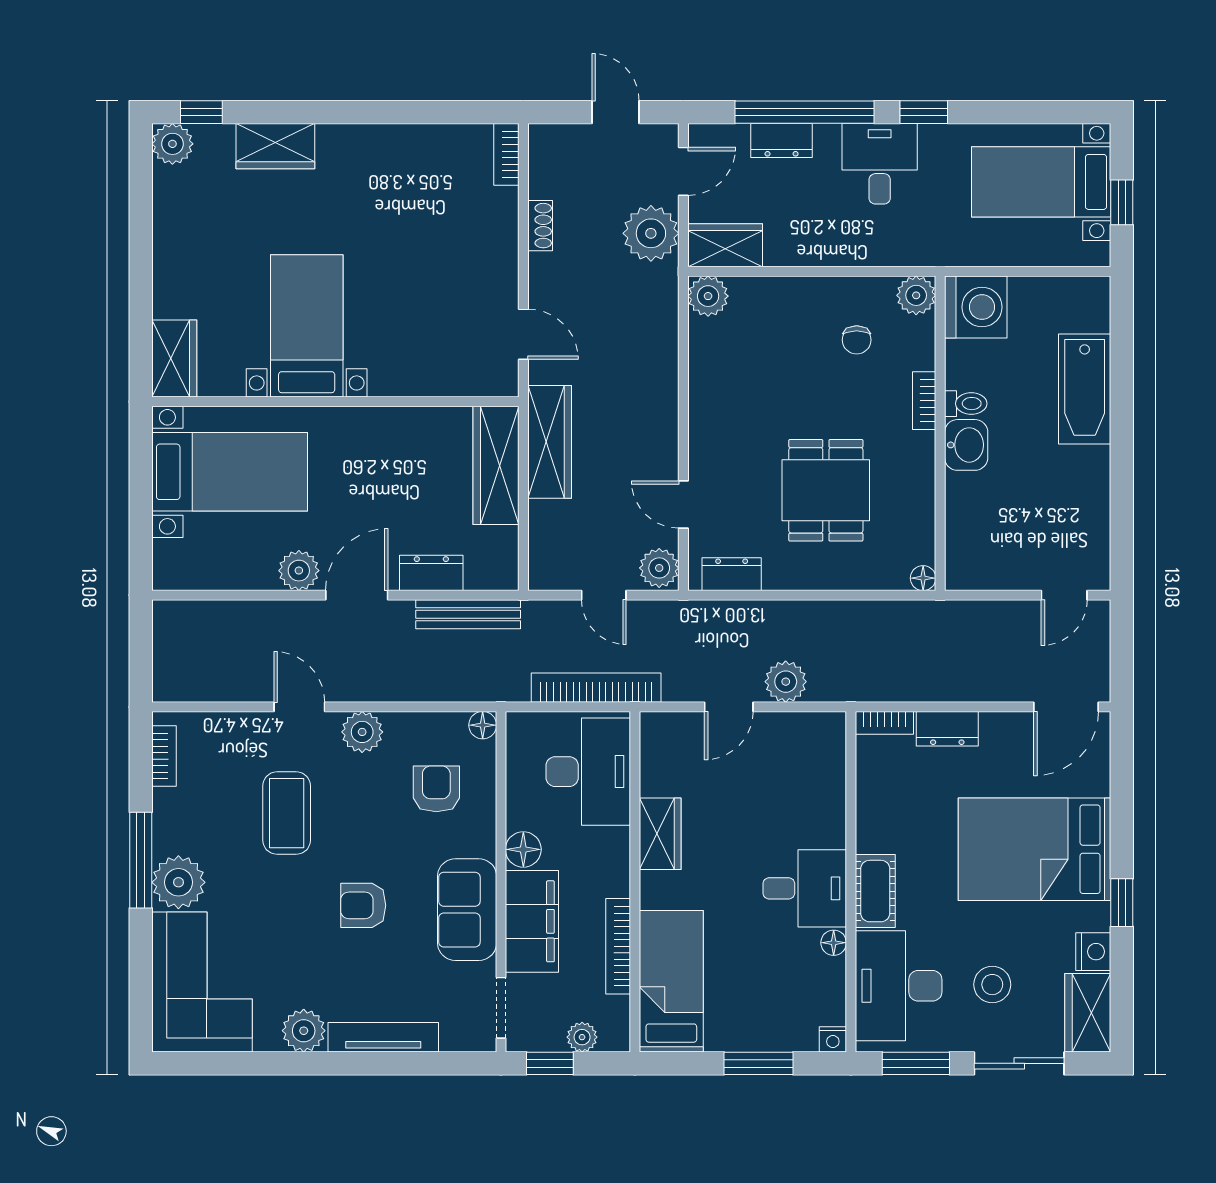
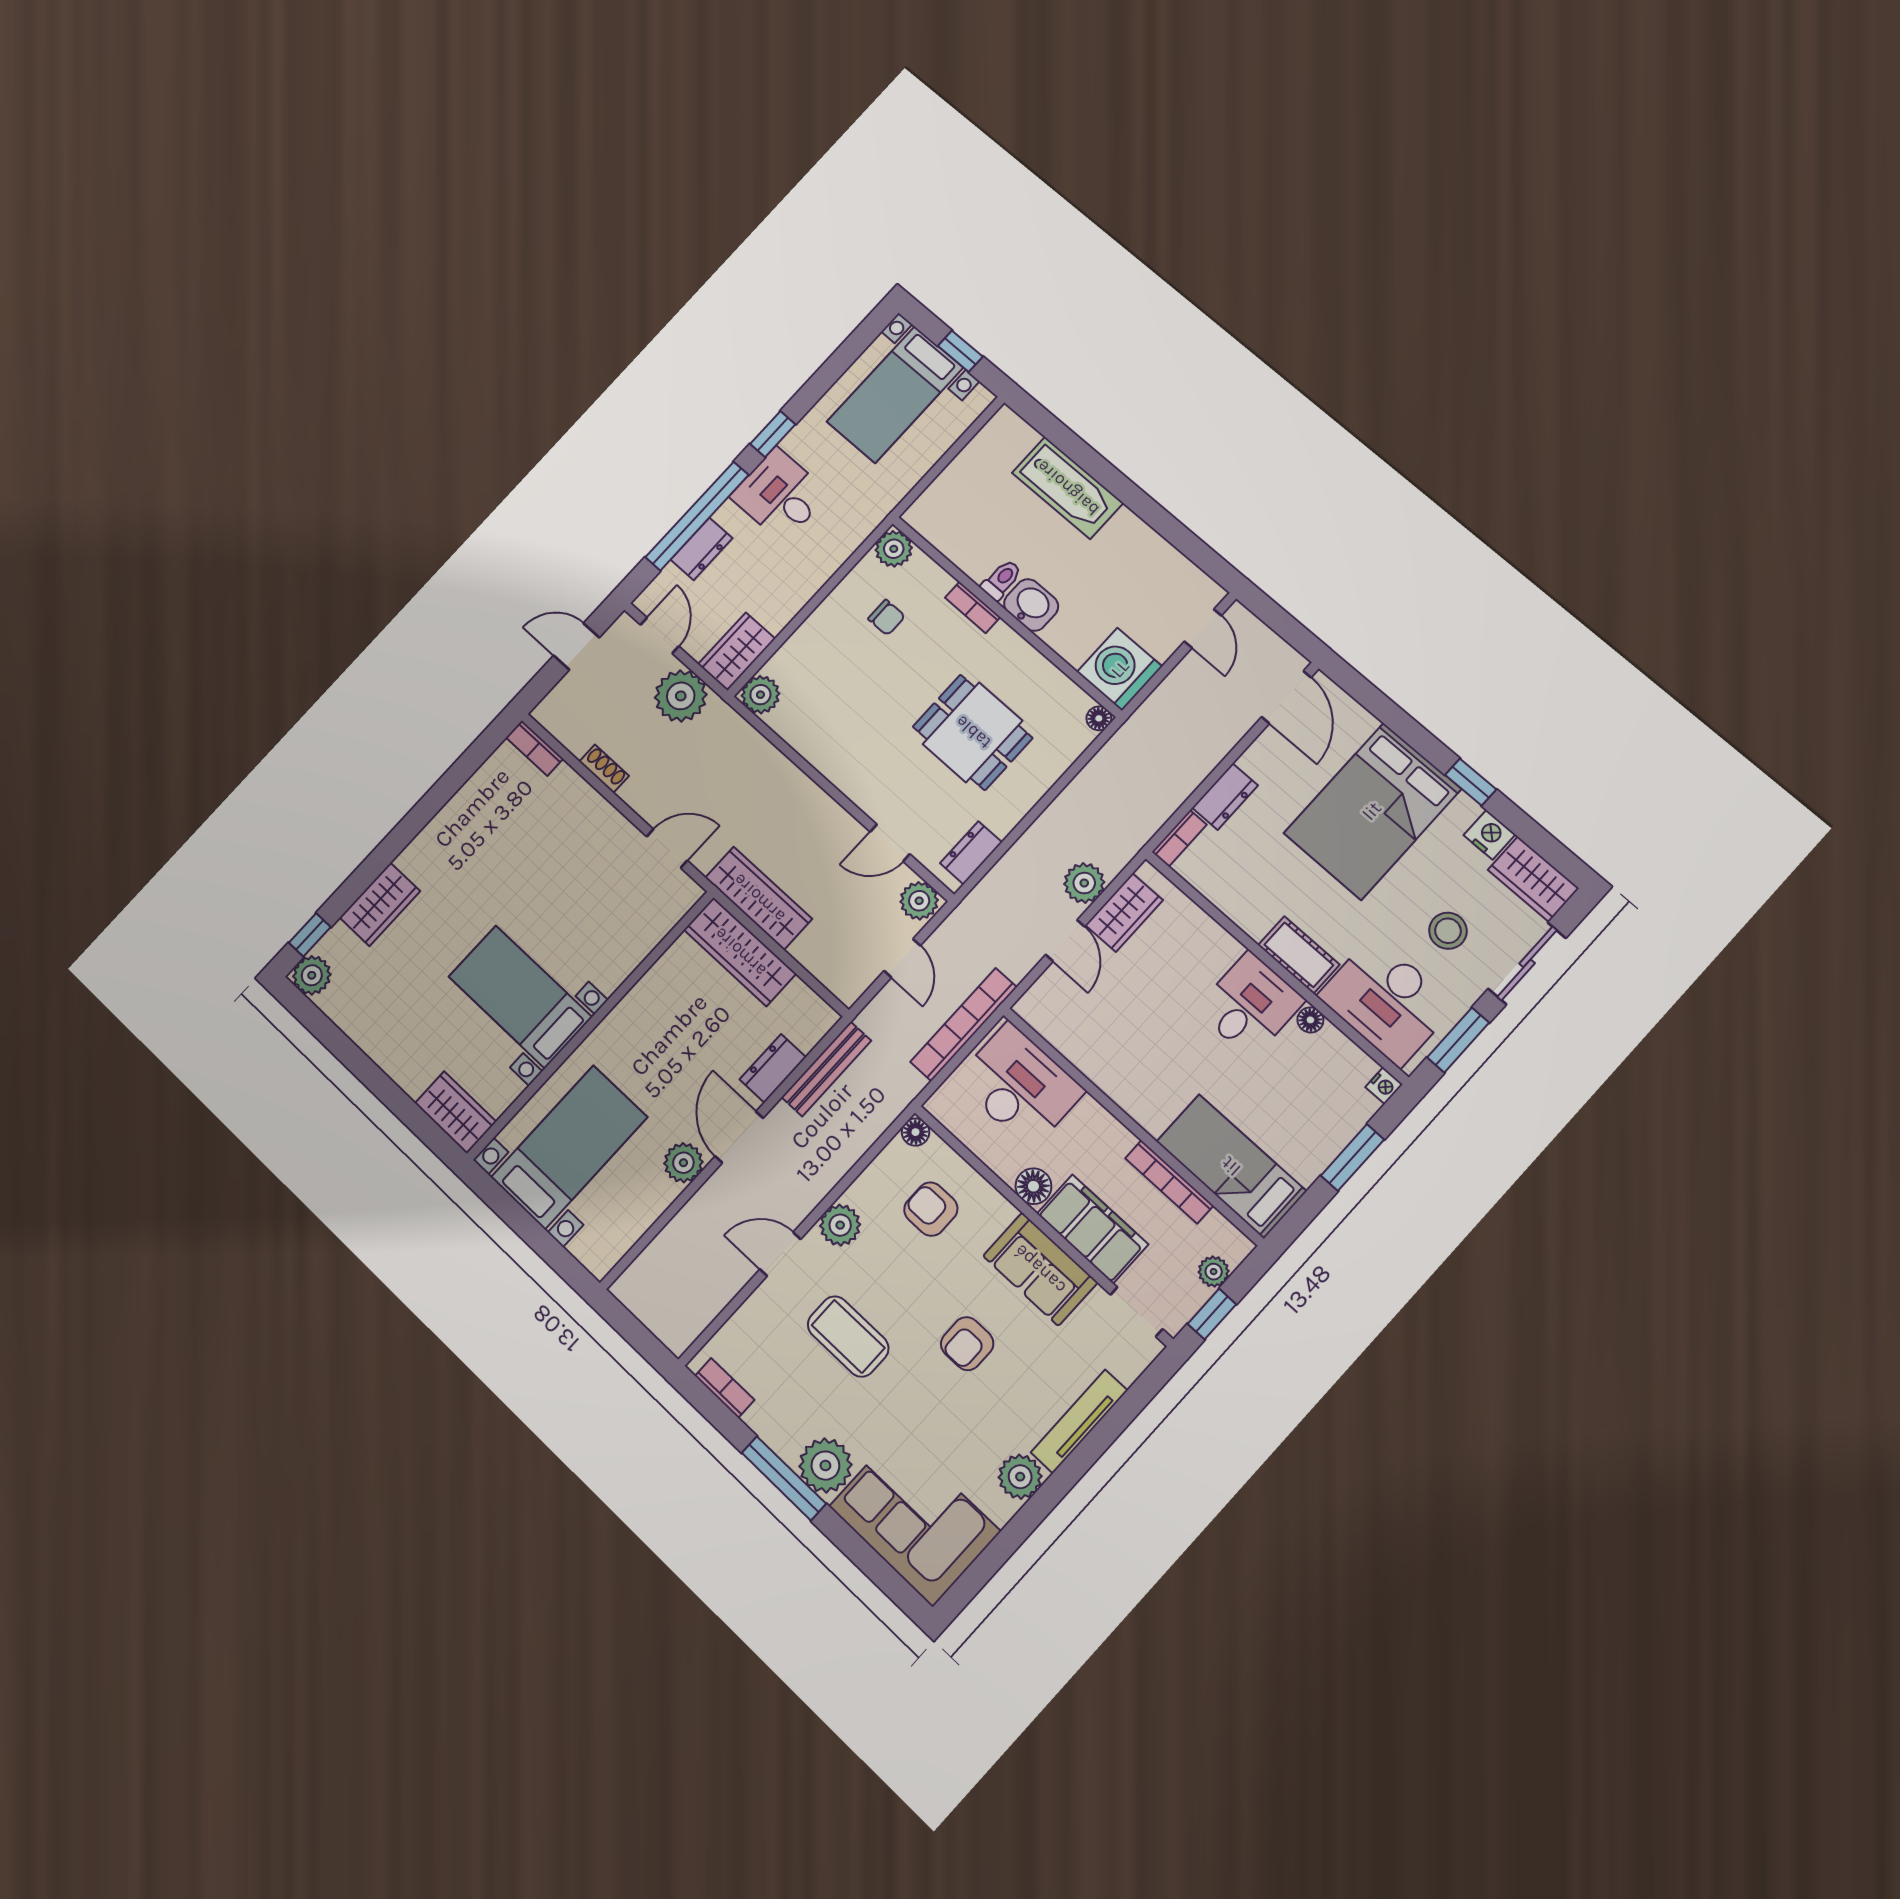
washing machine: (976, 307) -> (1120, 669), moved, turned -90
door: (604, 595) -> (902, 958), hinge flipped
wardrobe: (660, 834) -> (1124, 913), moved, turned 90

